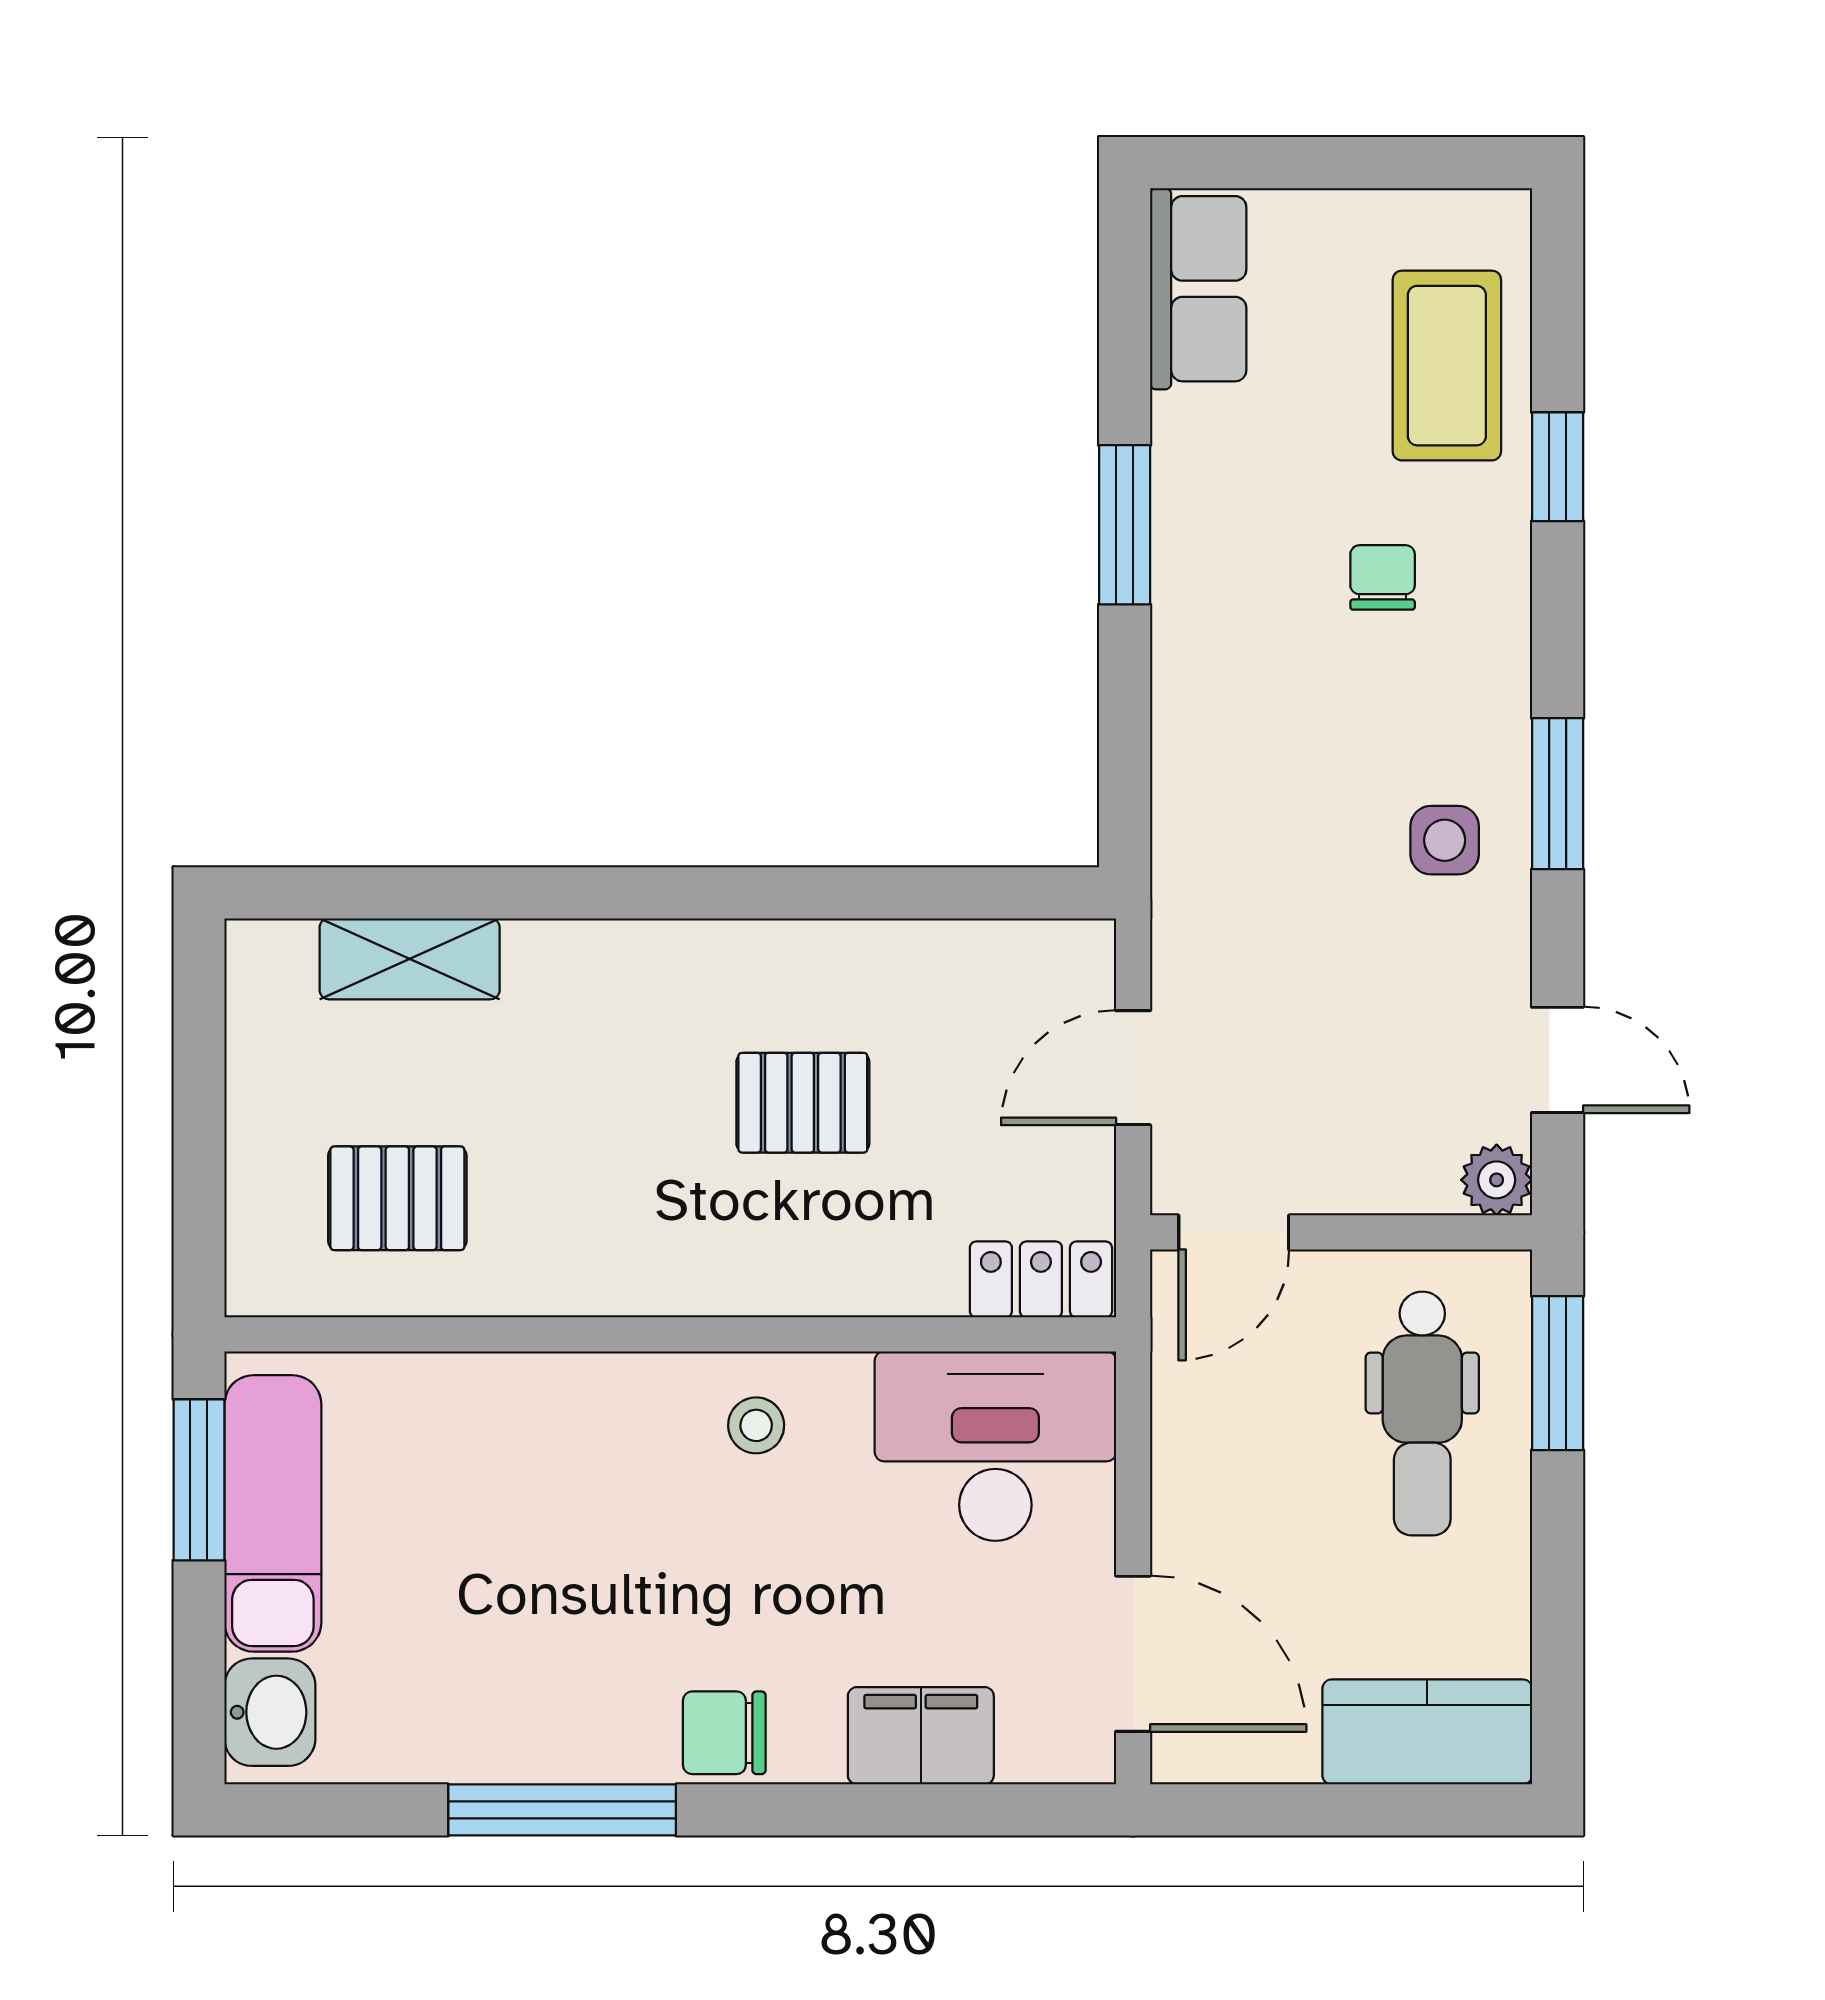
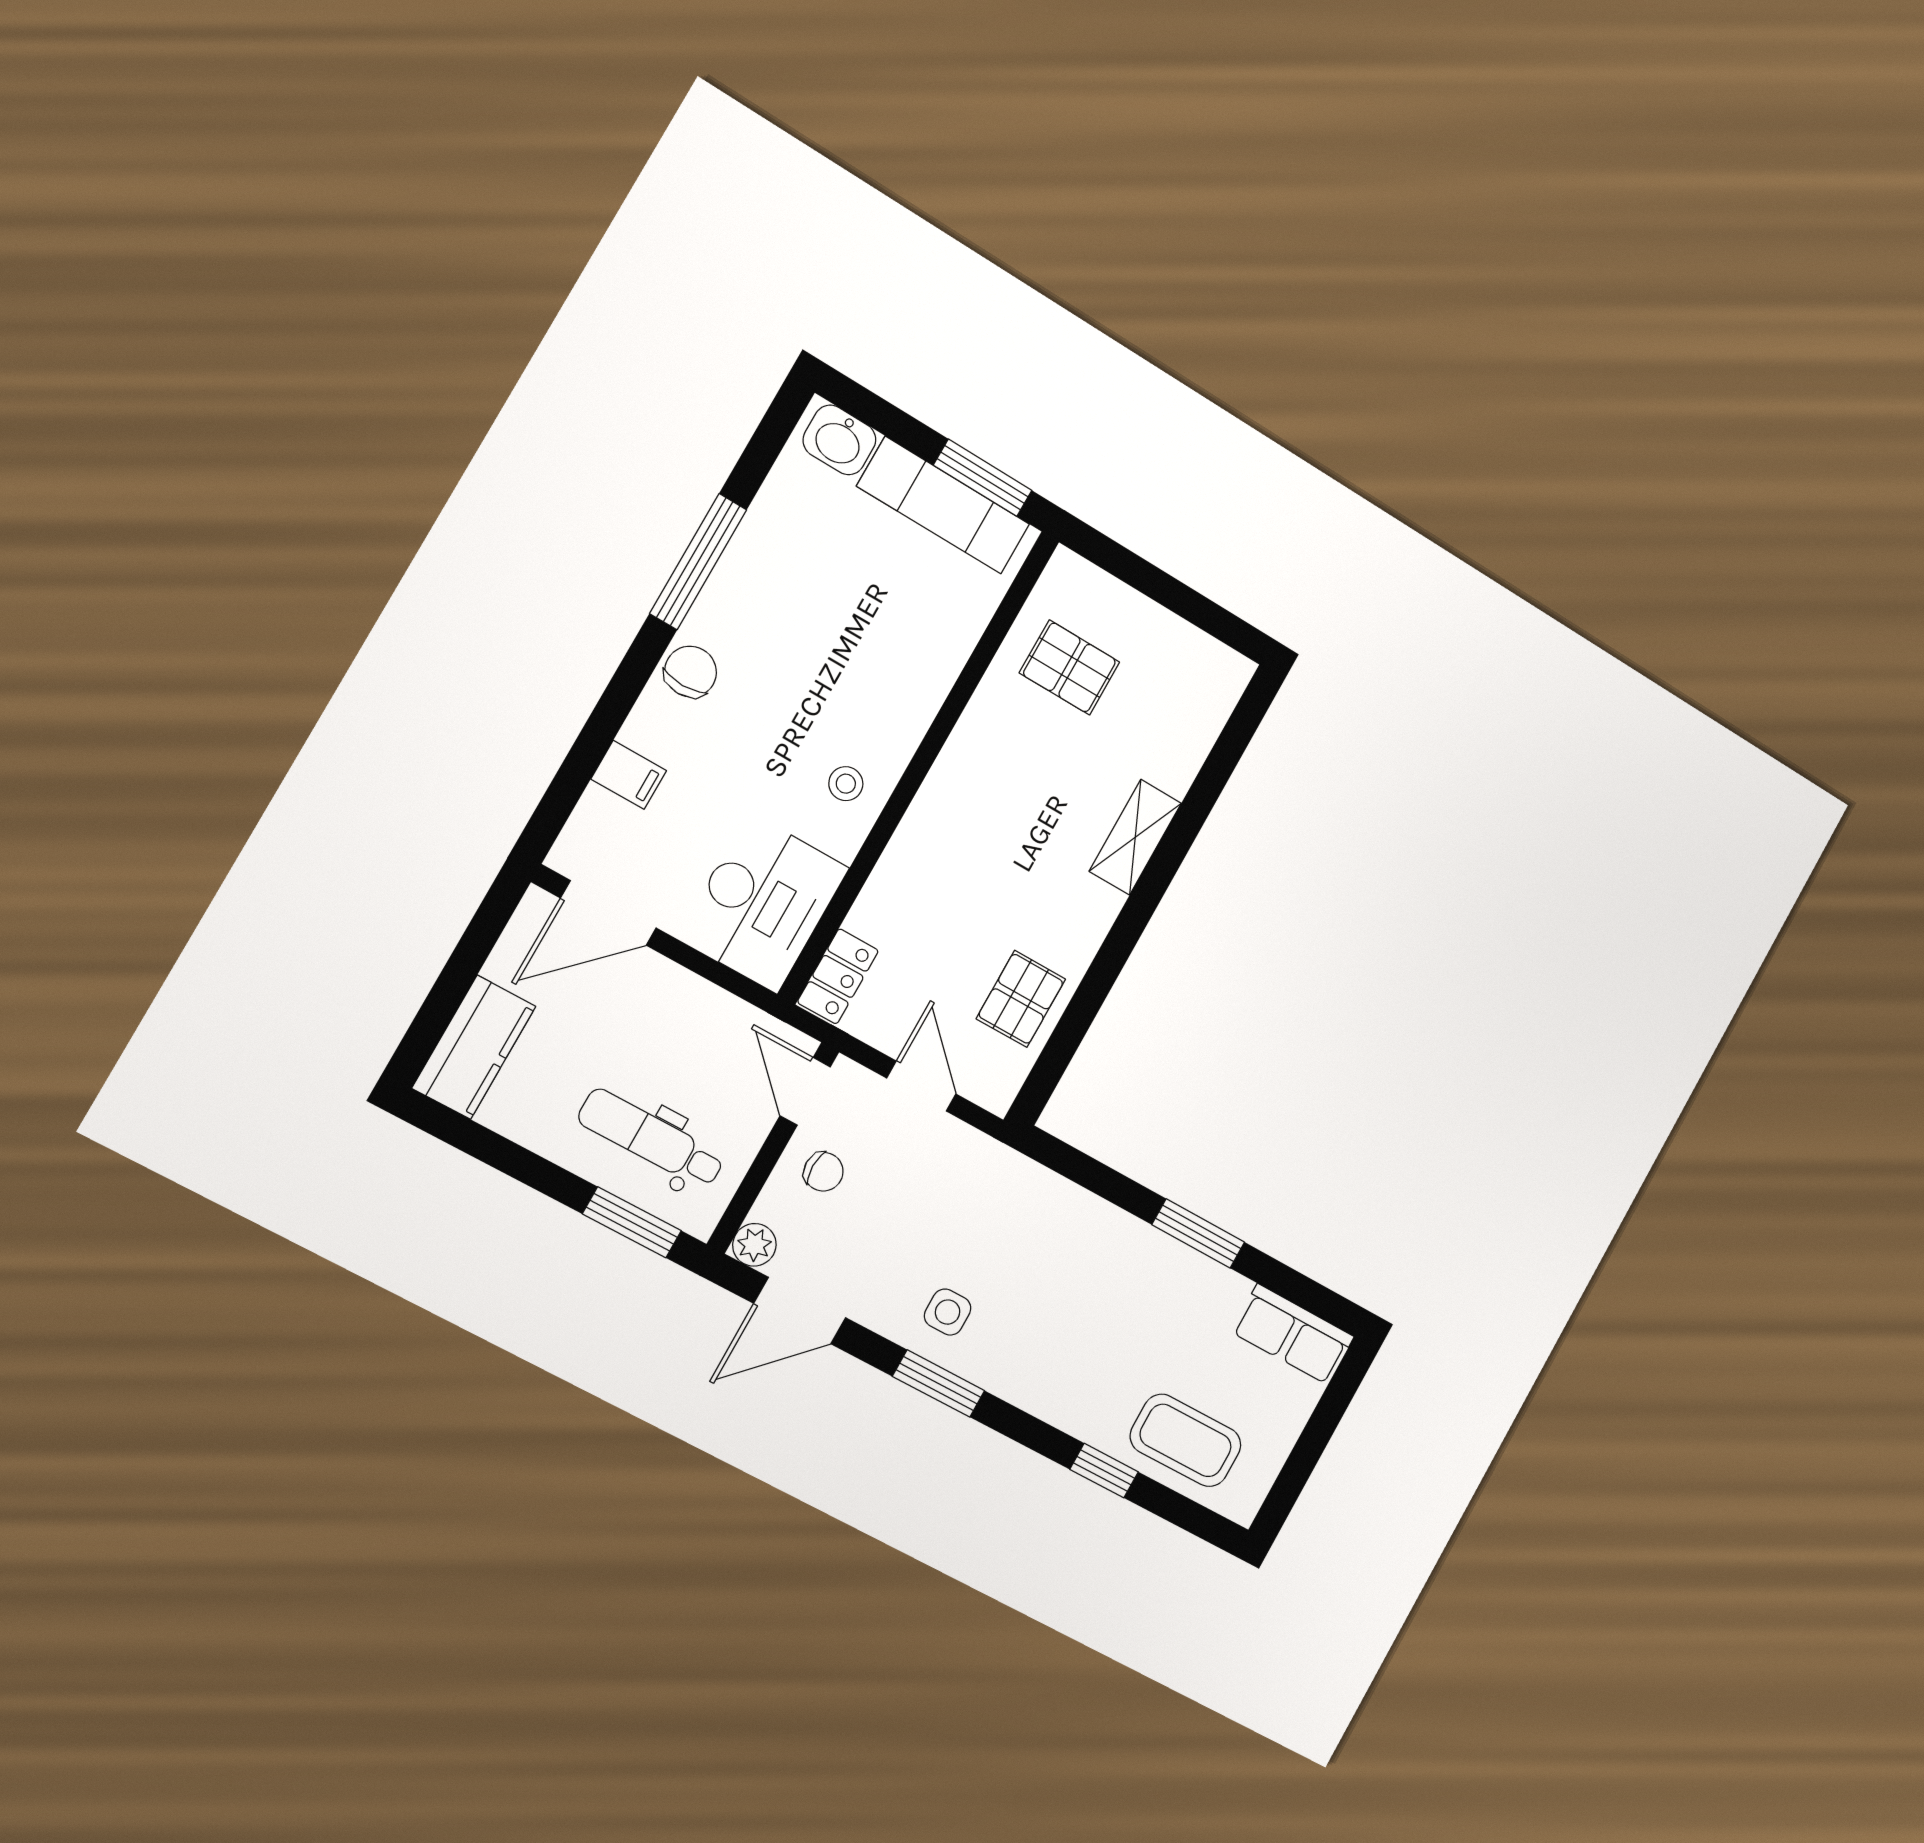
chair: (1383, 577) -> (824, 1172), moved
shelving: (410, 959) -> (1135, 837), moved
door: (1558, 1060) -> (800, 1311), width x1.38
pallet: (803, 1103) -> (1021, 999), moved
pallet: (397, 1198) -> (1069, 667), turned 90
filing cabinet: (921, 1736) -> (629, 775), width x0.50

